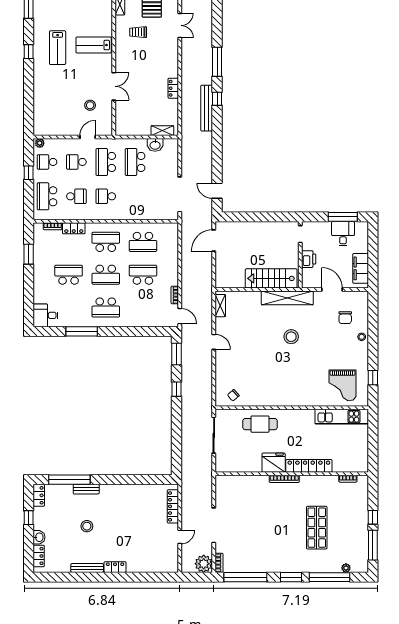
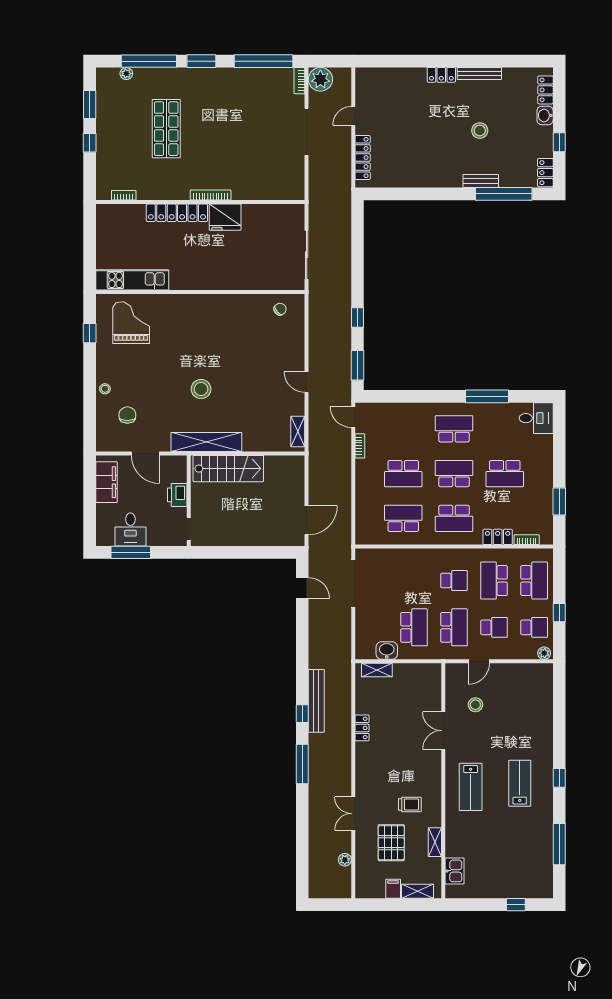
lab bench: (94, 45) -> (471, 787), turned 90
school desk: (76, 196) -> (494, 581), width x1.85
cafe table: (260, 424) -> (244, 270), removed
window: (373, 545) -> (90, 105), width x0.69

